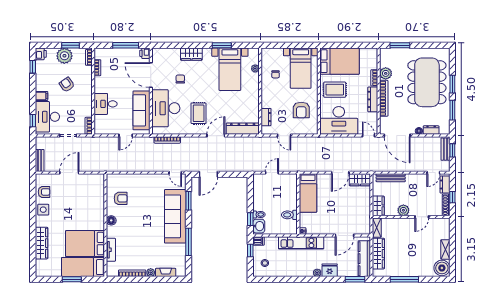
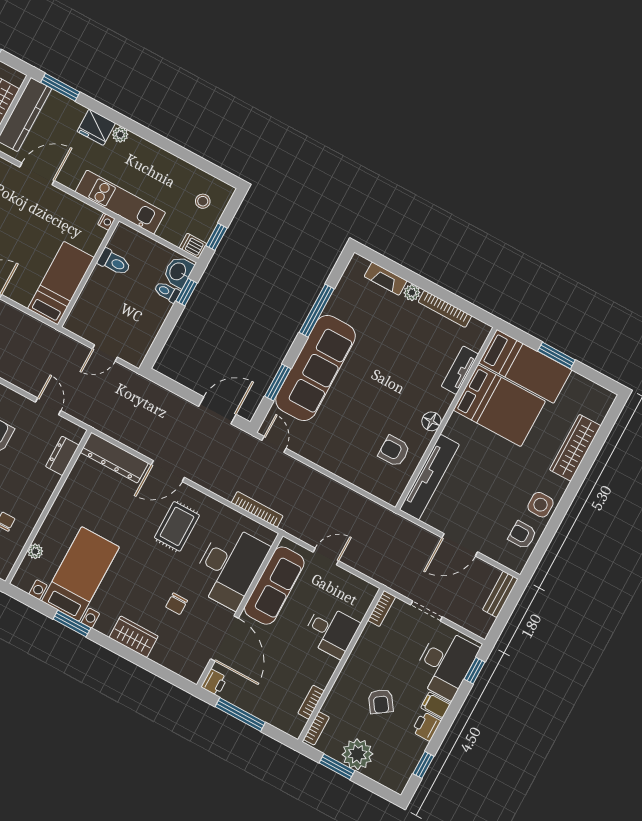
printer: (41, 54) -> (426, 726), moved
tv unit: (99, 195) -> (429, 477), added

